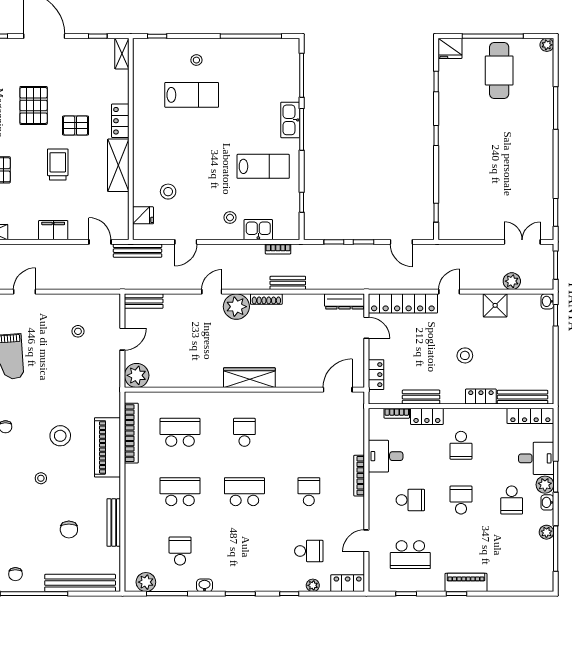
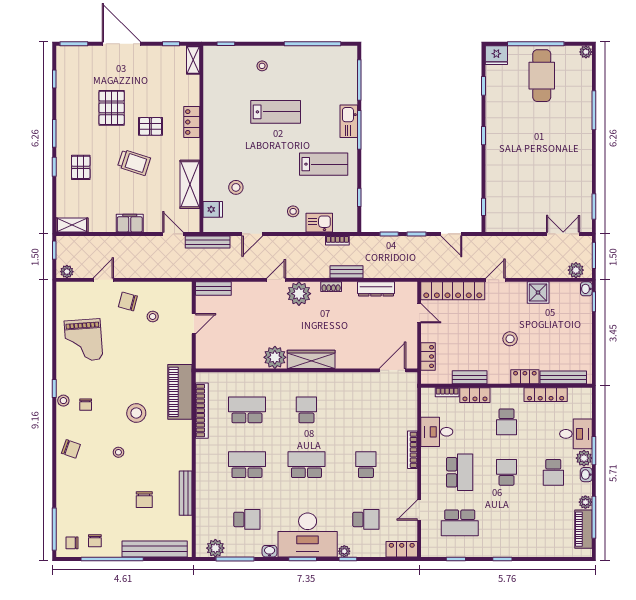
lab bench: (192, 95) -> (276, 112), moved
trolley: (58, 165) -> (134, 162), turned 108
shelving: (118, 165) -> (190, 184), moved
plant: (512, 281) -> (576, 270), moved
shoe rack: (266, 299) -> (331, 287), width x0.70
dresser: (345, 301) -> (376, 289), moved
chair: (51, 315) -> (128, 301), added
plant: (137, 375) -> (275, 357), moved
locker: (530, 416) -> (546, 395), moved
piano: (107, 447) -> (180, 392), moved
school desk: (410, 500) -> (460, 472), width x1.85
school desk: (180, 551) -> (247, 519), turned 90
desk: (246, 568) -> (308, 535), added
piano: (466, 582) -> (583, 529), moved, turned -90
plant: (313, 585) -> (344, 551), moved

